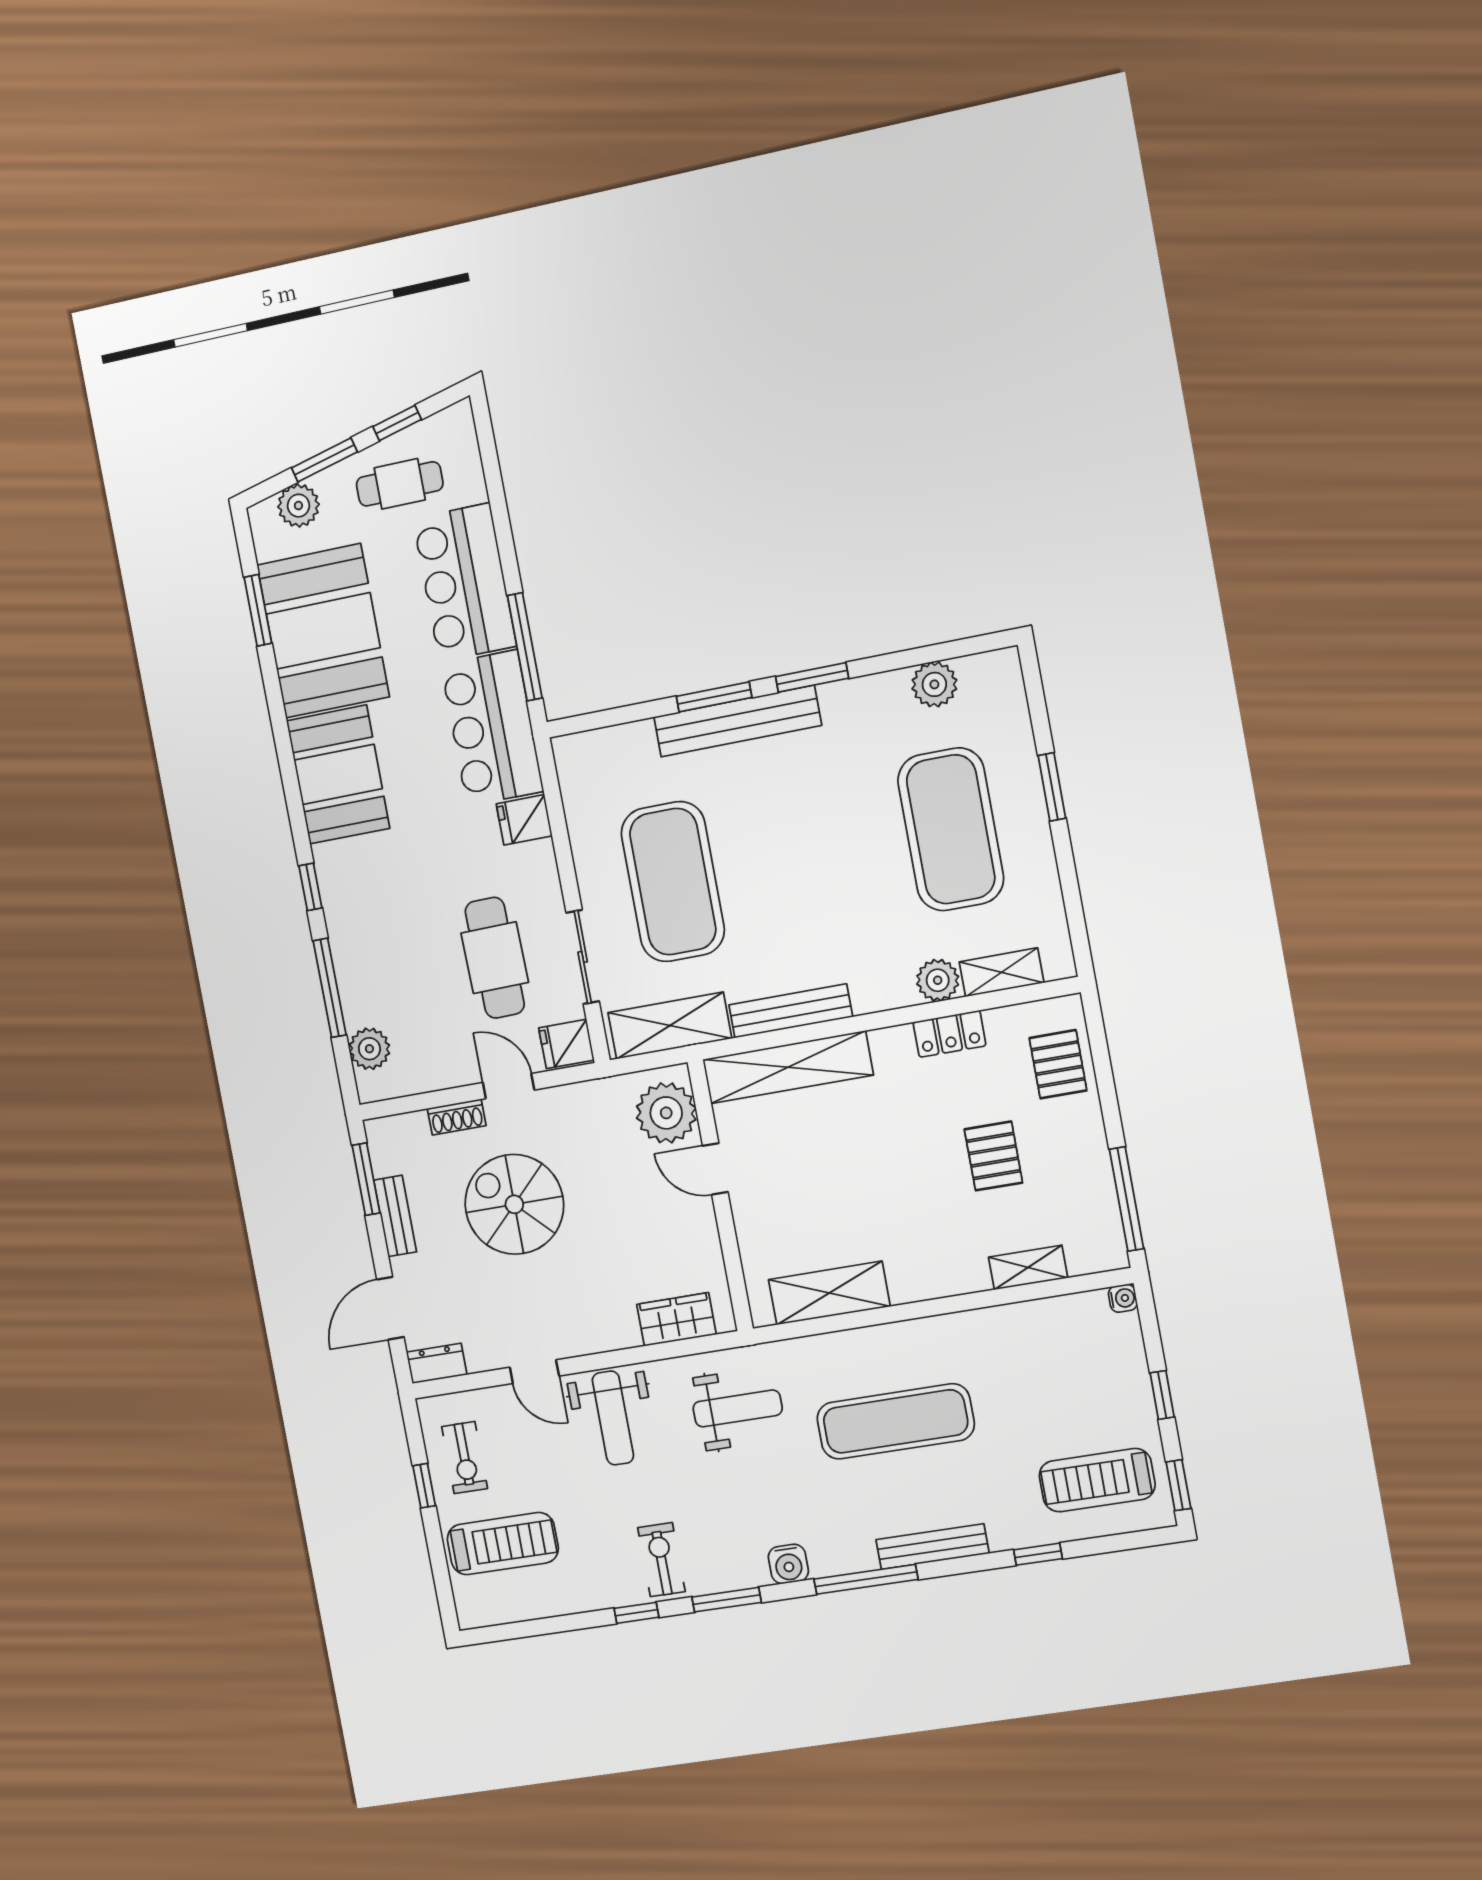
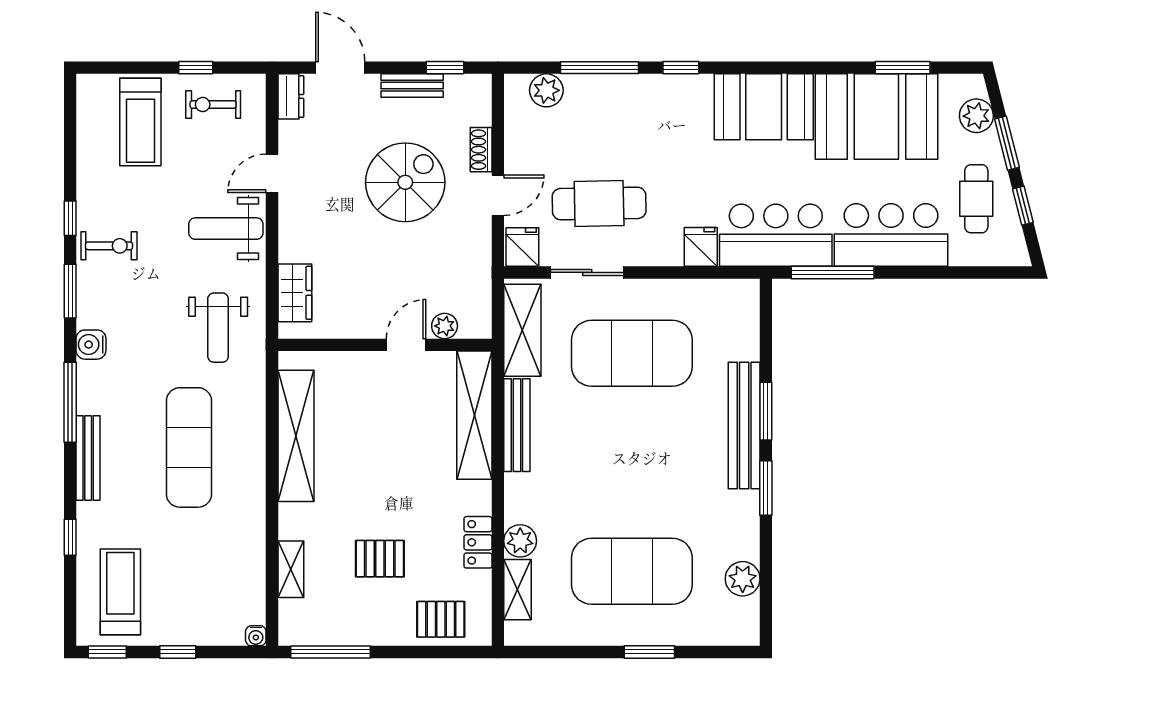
plant: (666, 1113) -> (445, 326), width x0.53, depth x0.53
window: (366, 1179) -> (445, 68), width x0.67
shelving: (829, 1293) -> (296, 436), width x1.47

